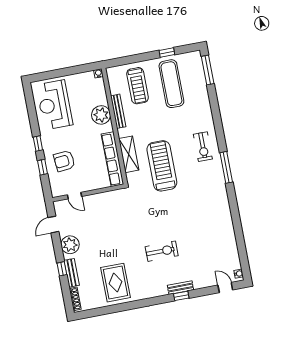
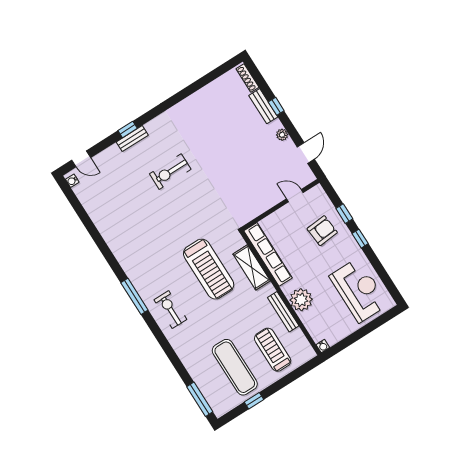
plant: (70, 245) -> (282, 135), width x0.53, depth x0.53
rug: (116, 283) -> (209, 115), removed

